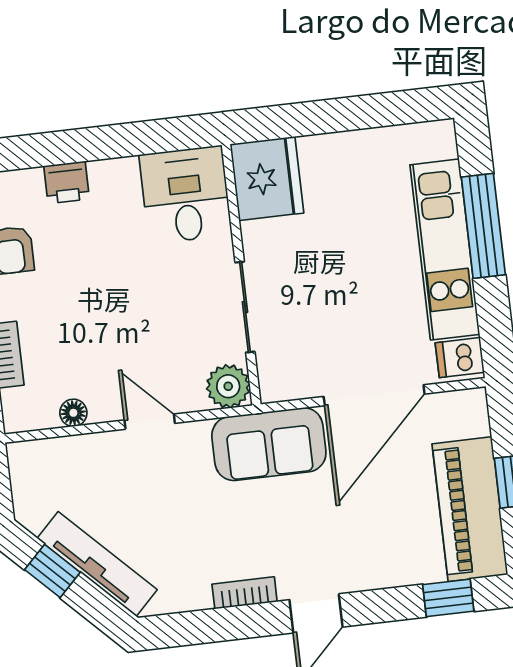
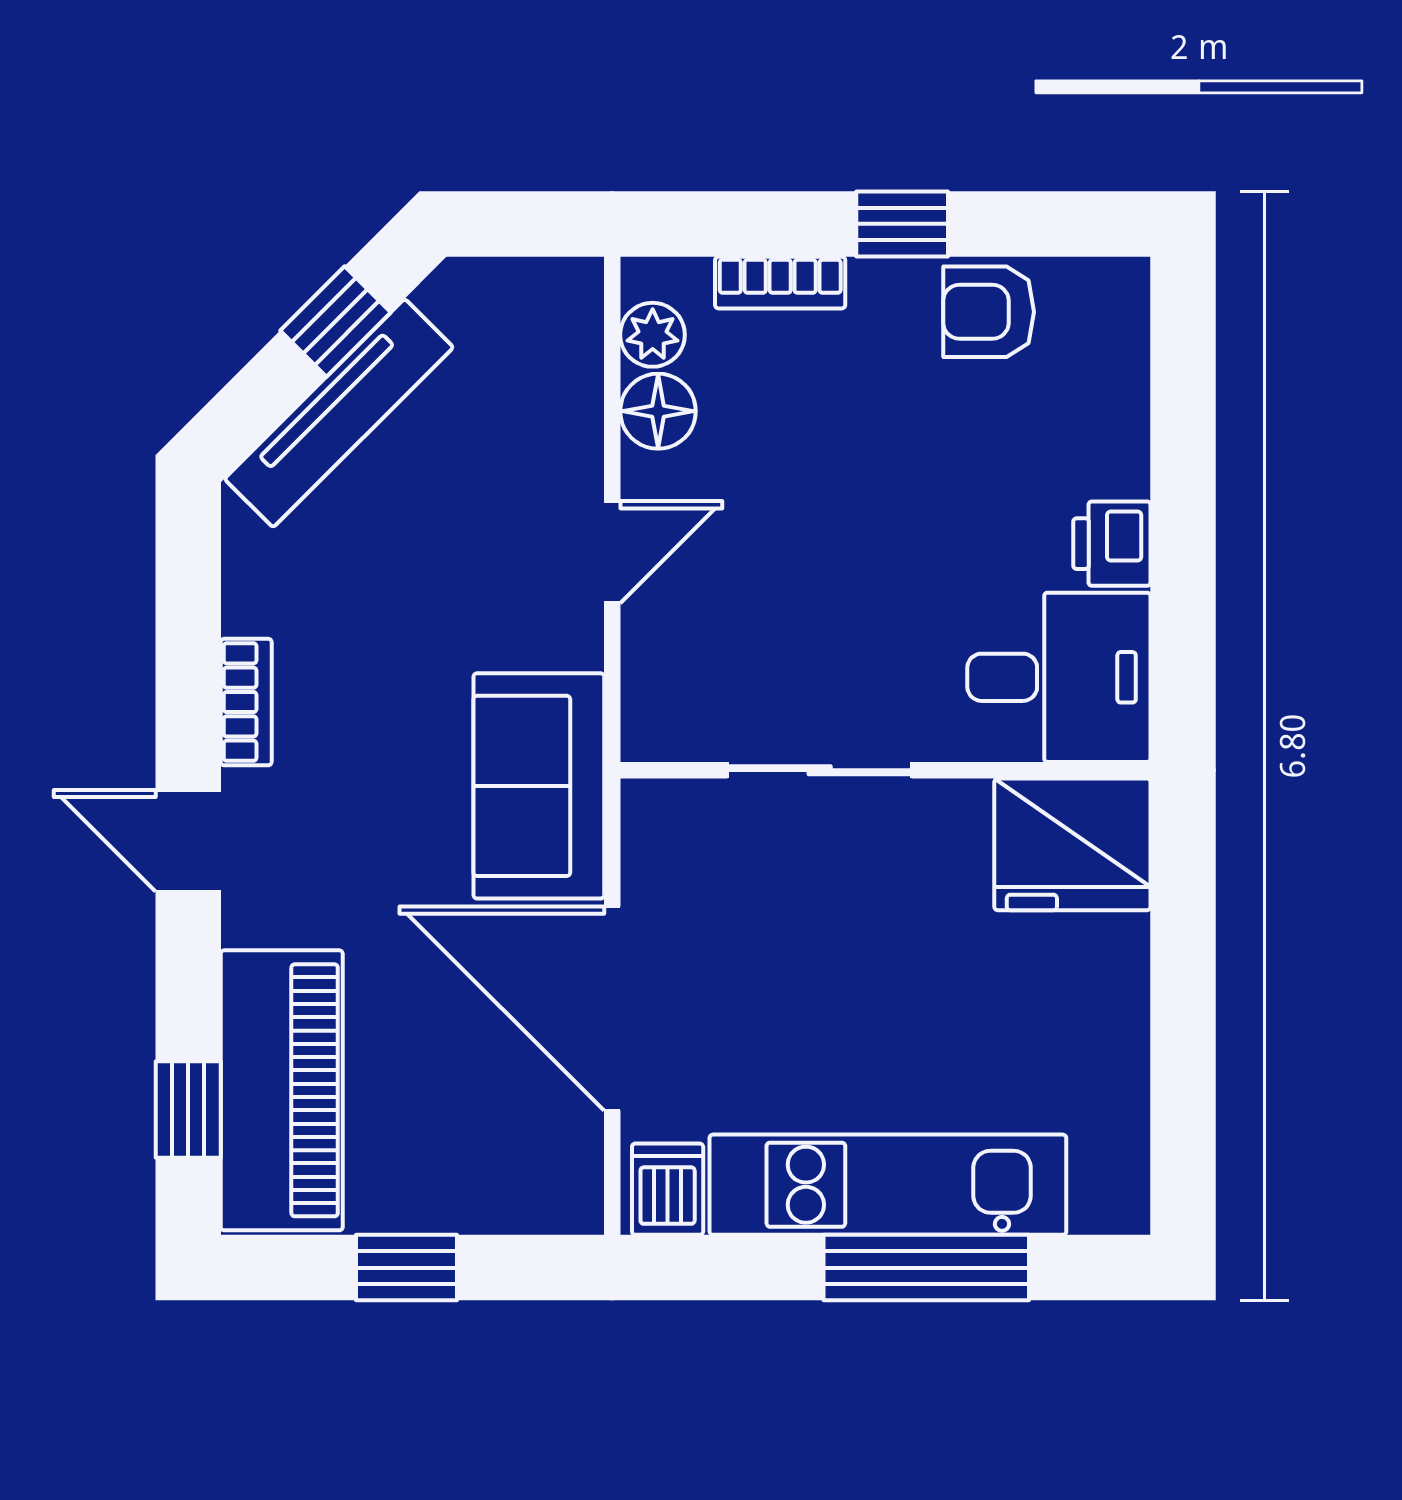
printer: (67, 182) -> (1112, 544), moved
plant: (228, 386) -> (653, 335), moved, width x0.73, depth x0.73
floor lamp: (73, 413) -> (658, 411), width x1.37, depth x1.37
piano: (470, 509) -> (282, 1090), moved, turned 90

